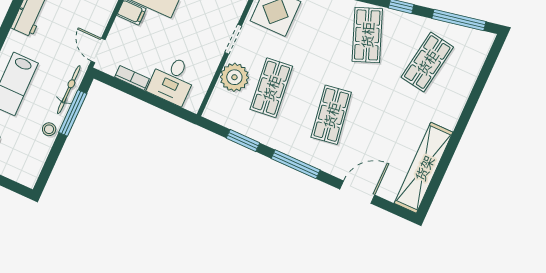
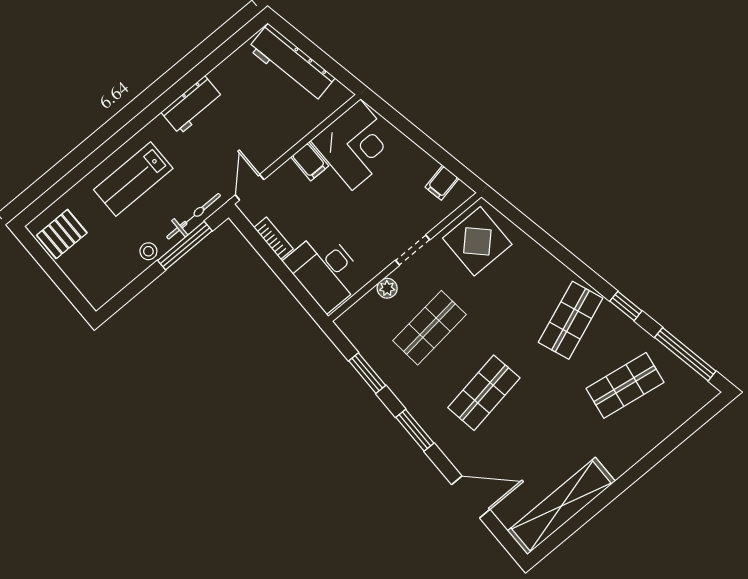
plant: (234, 77) -> (387, 288), width x0.53, depth x0.53
desk: (172, 80) -> (325, 270), width x1.37
window: (296, 164) -> (415, 430), width x0.69

